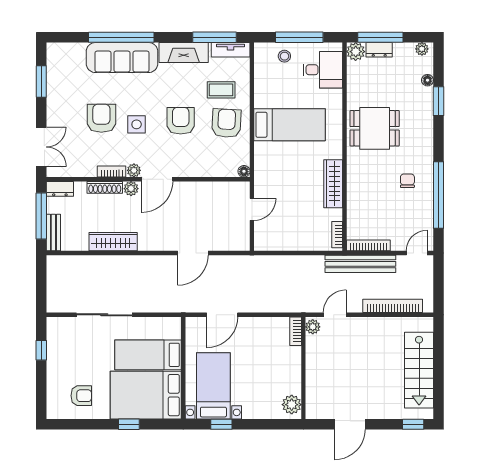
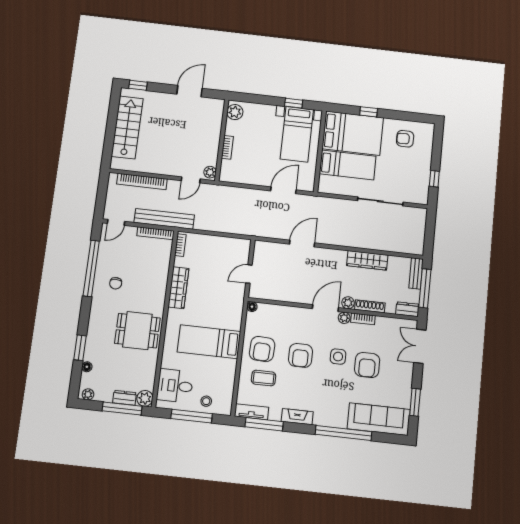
fireplace: (184, 53) -> (297, 417), width x0.73, depth x0.76
sofa: (122, 58) -> (379, 419), moved
bookcase: (296, 331) -> (227, 147), moved

